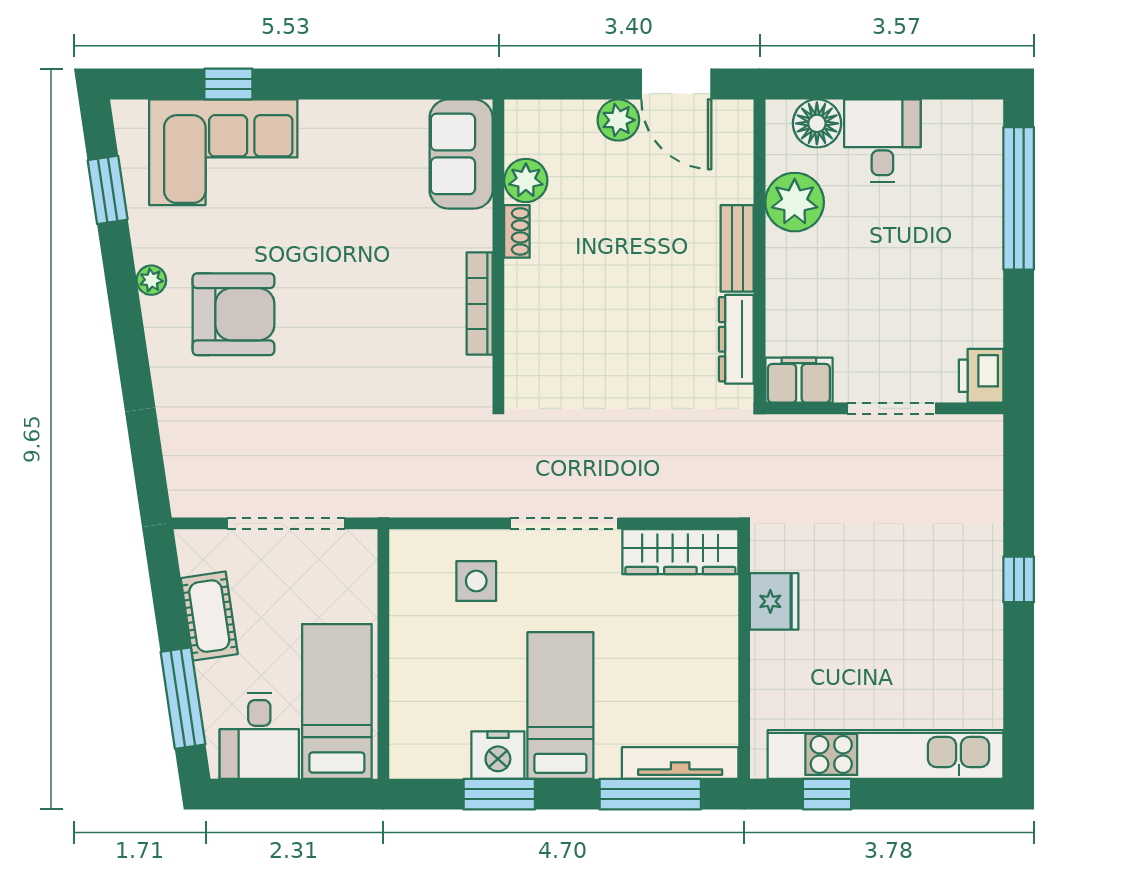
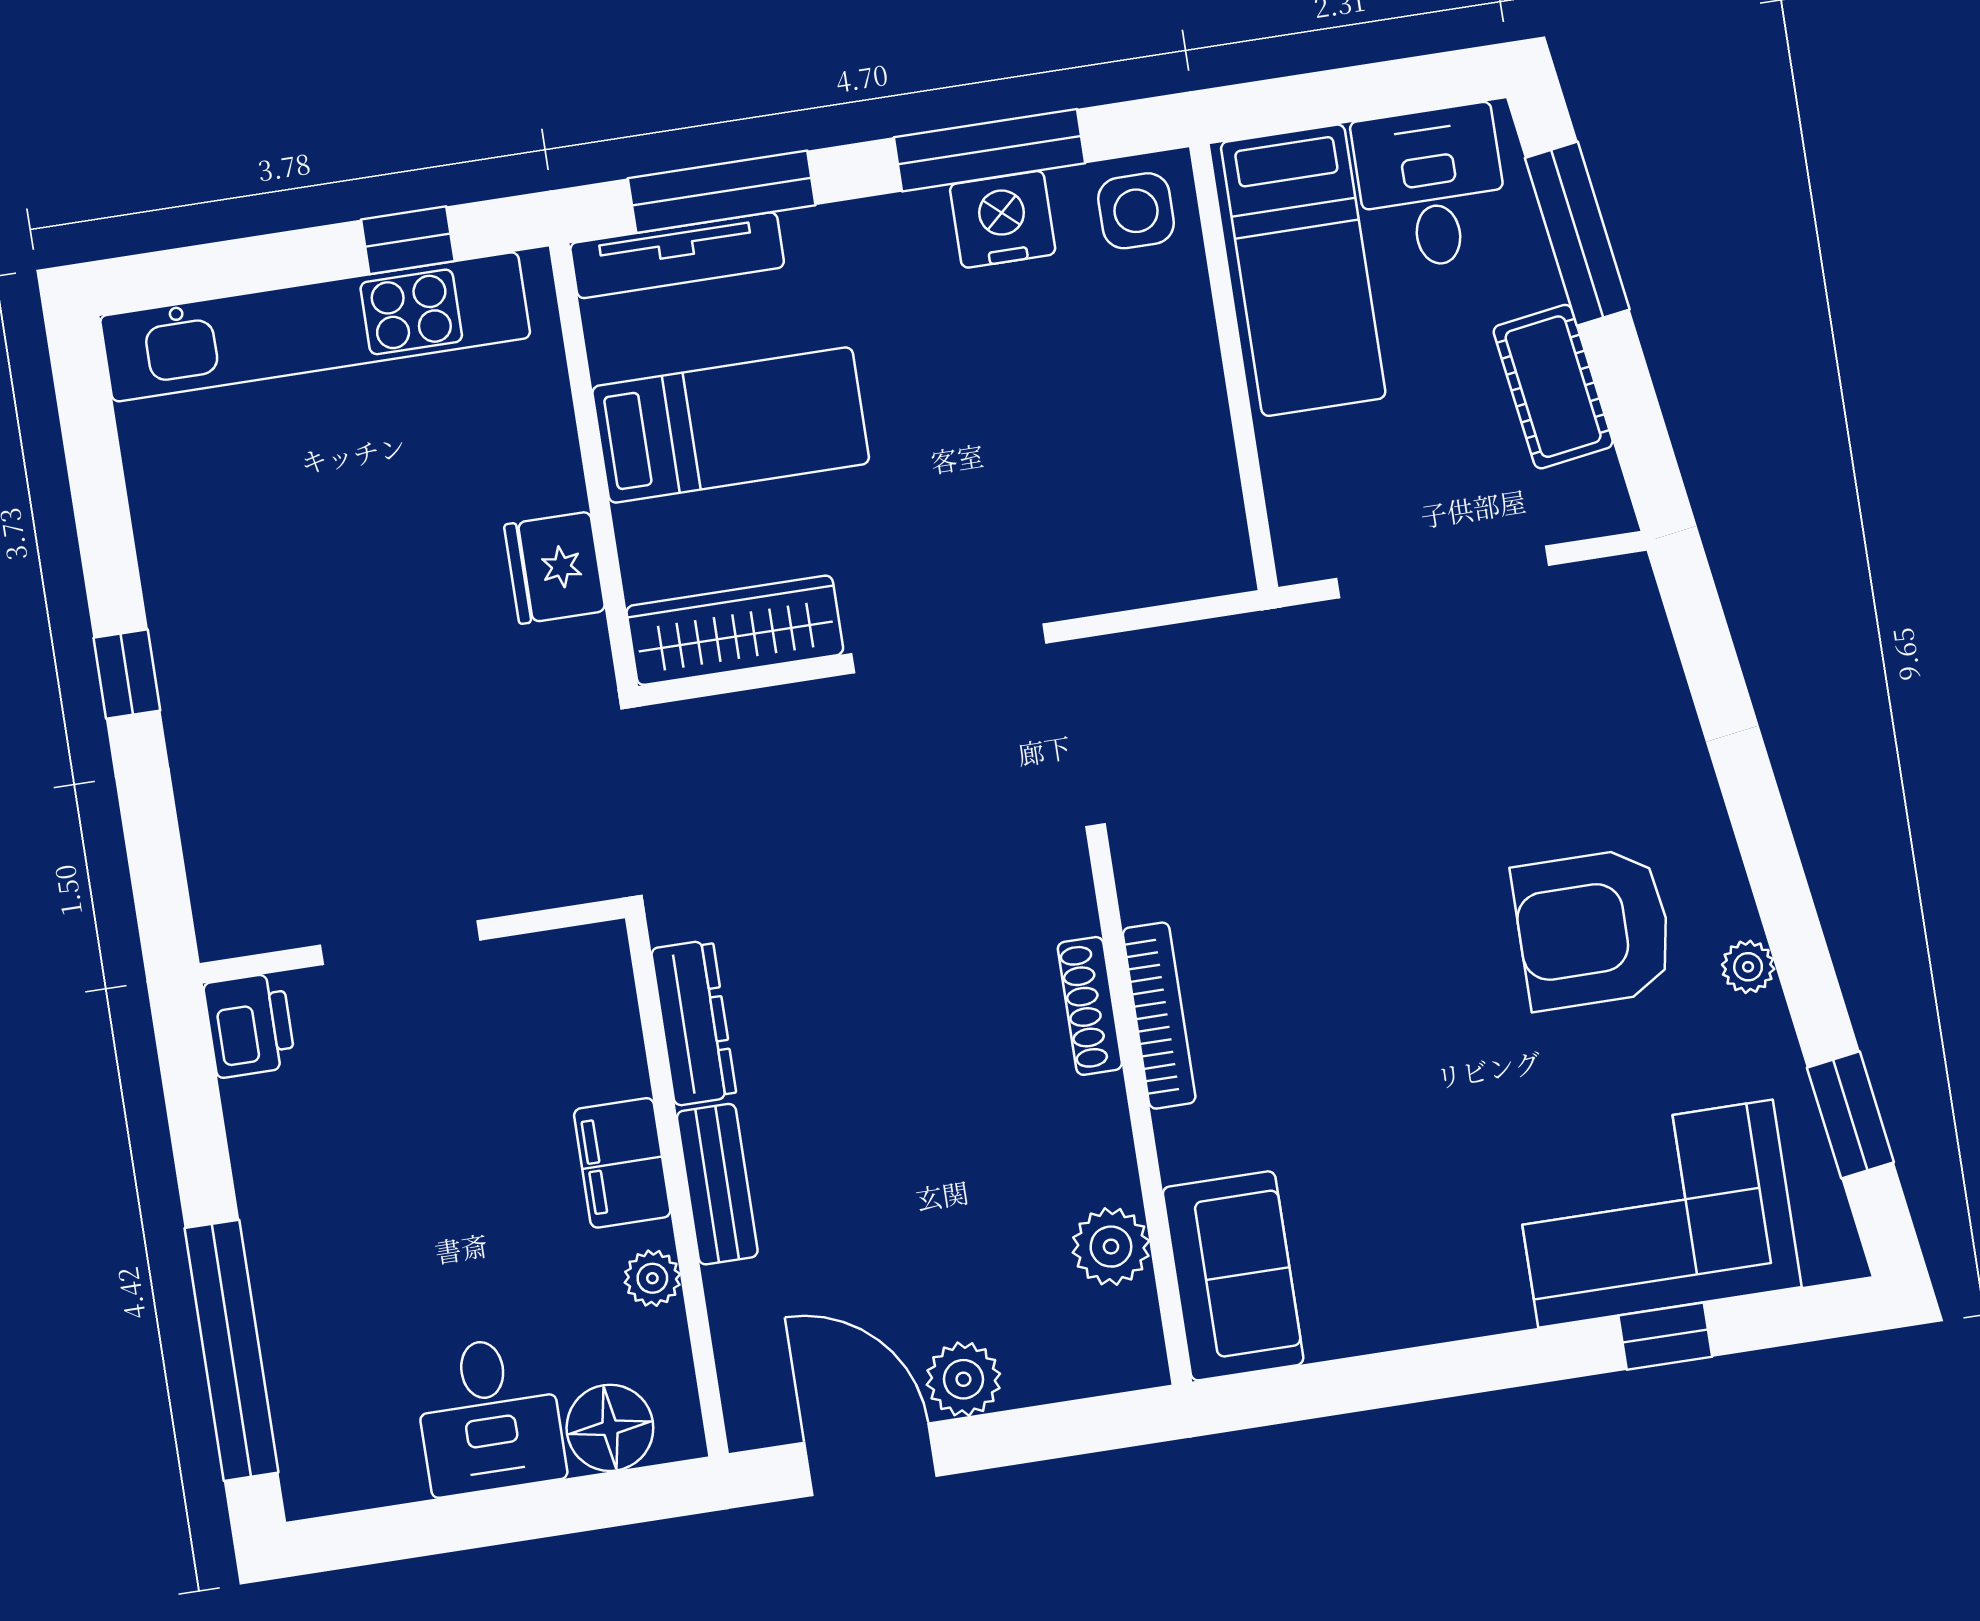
plant: (795, 202) -> (652, 1278), width x0.53, depth x0.53
shoe rack: (517, 231) -> (1090, 1006), moved, width x1.43
filing cabinet: (799, 380) -> (622, 1163), moved, turned 90
side table: (476, 581) -> (1136, 211), moved
bed: (560, 705) -> (731, 425), moved, turned -90
window: (499, 794) -> (990, 150), width x1.44

